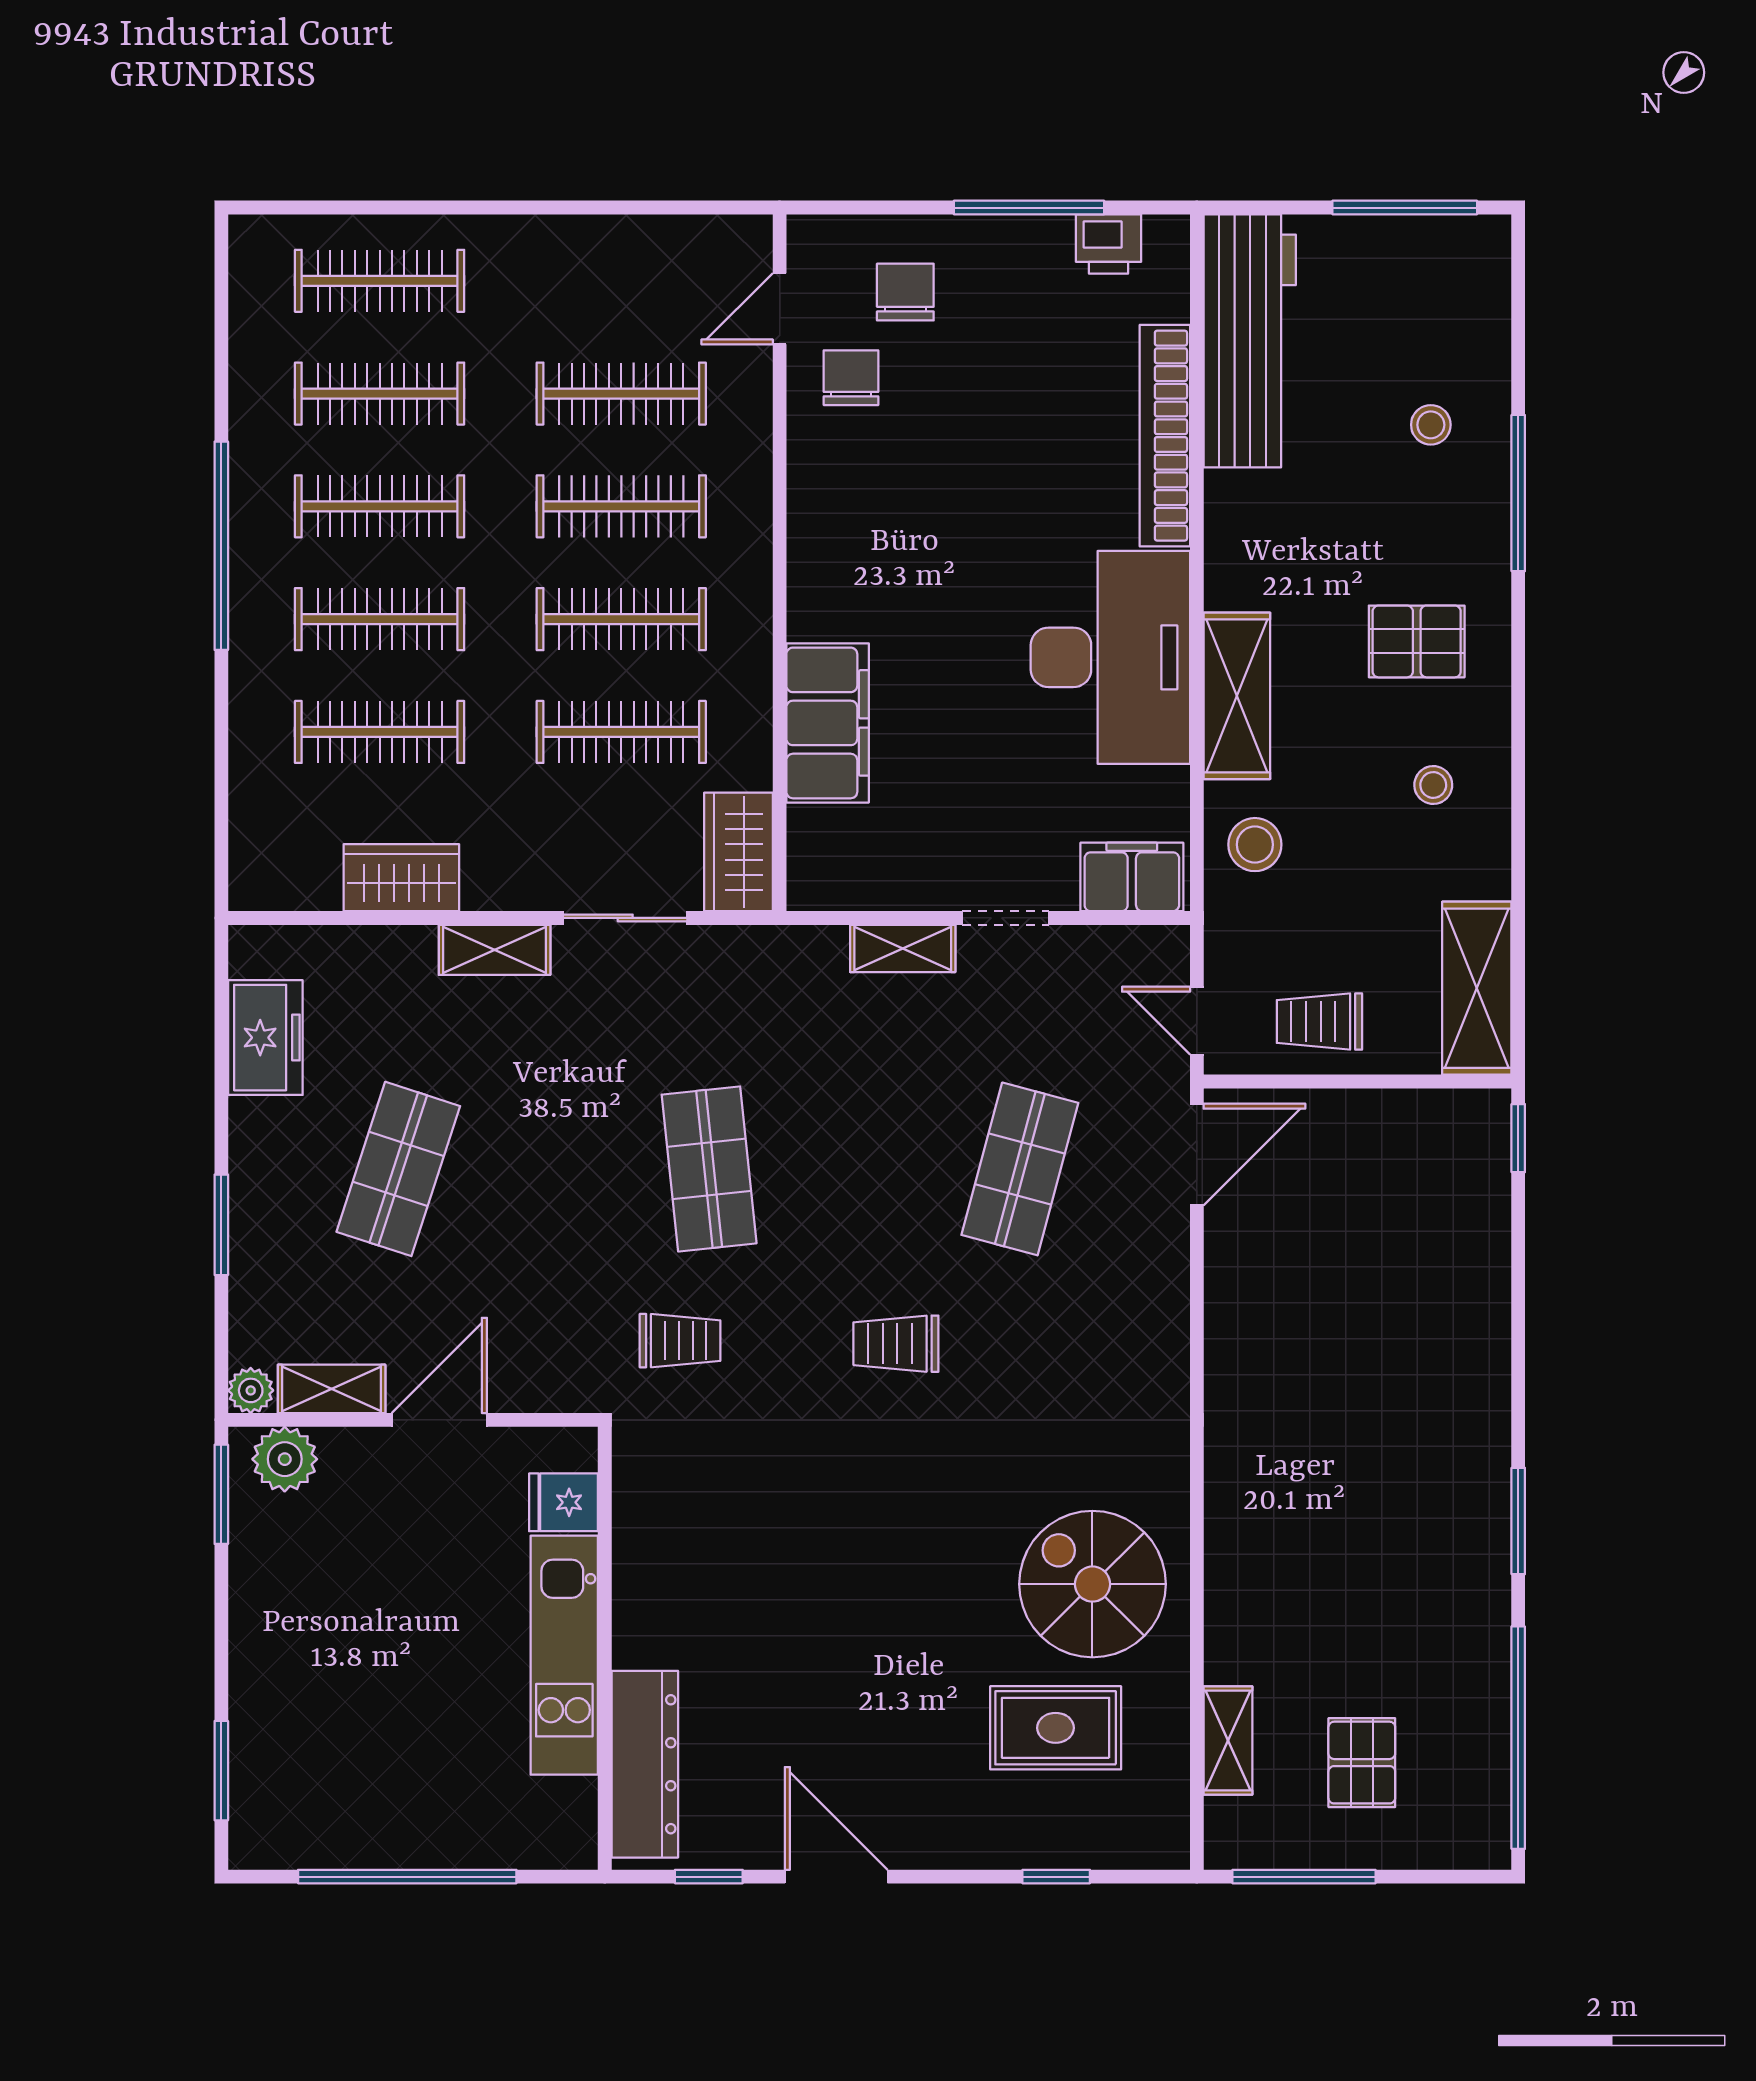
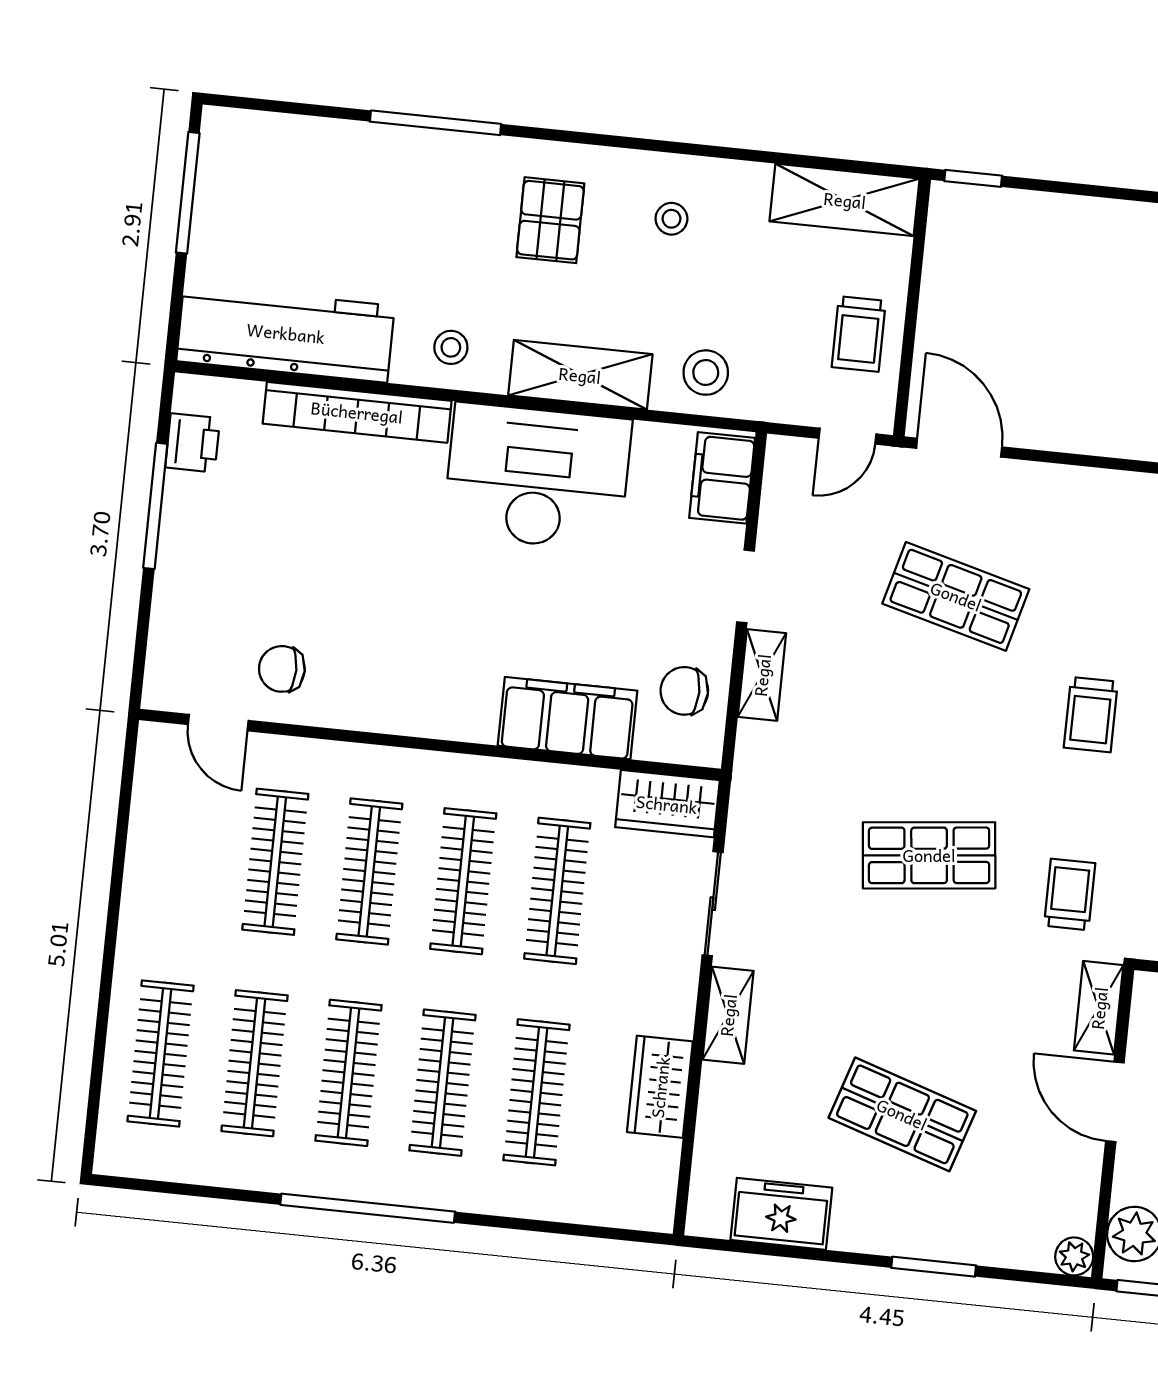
chair: (905, 292) -> (684, 691), moved
stool: (1431, 425) -> (451, 347), moved
shelving: (332, 1389) -> (1099, 1008), moved

